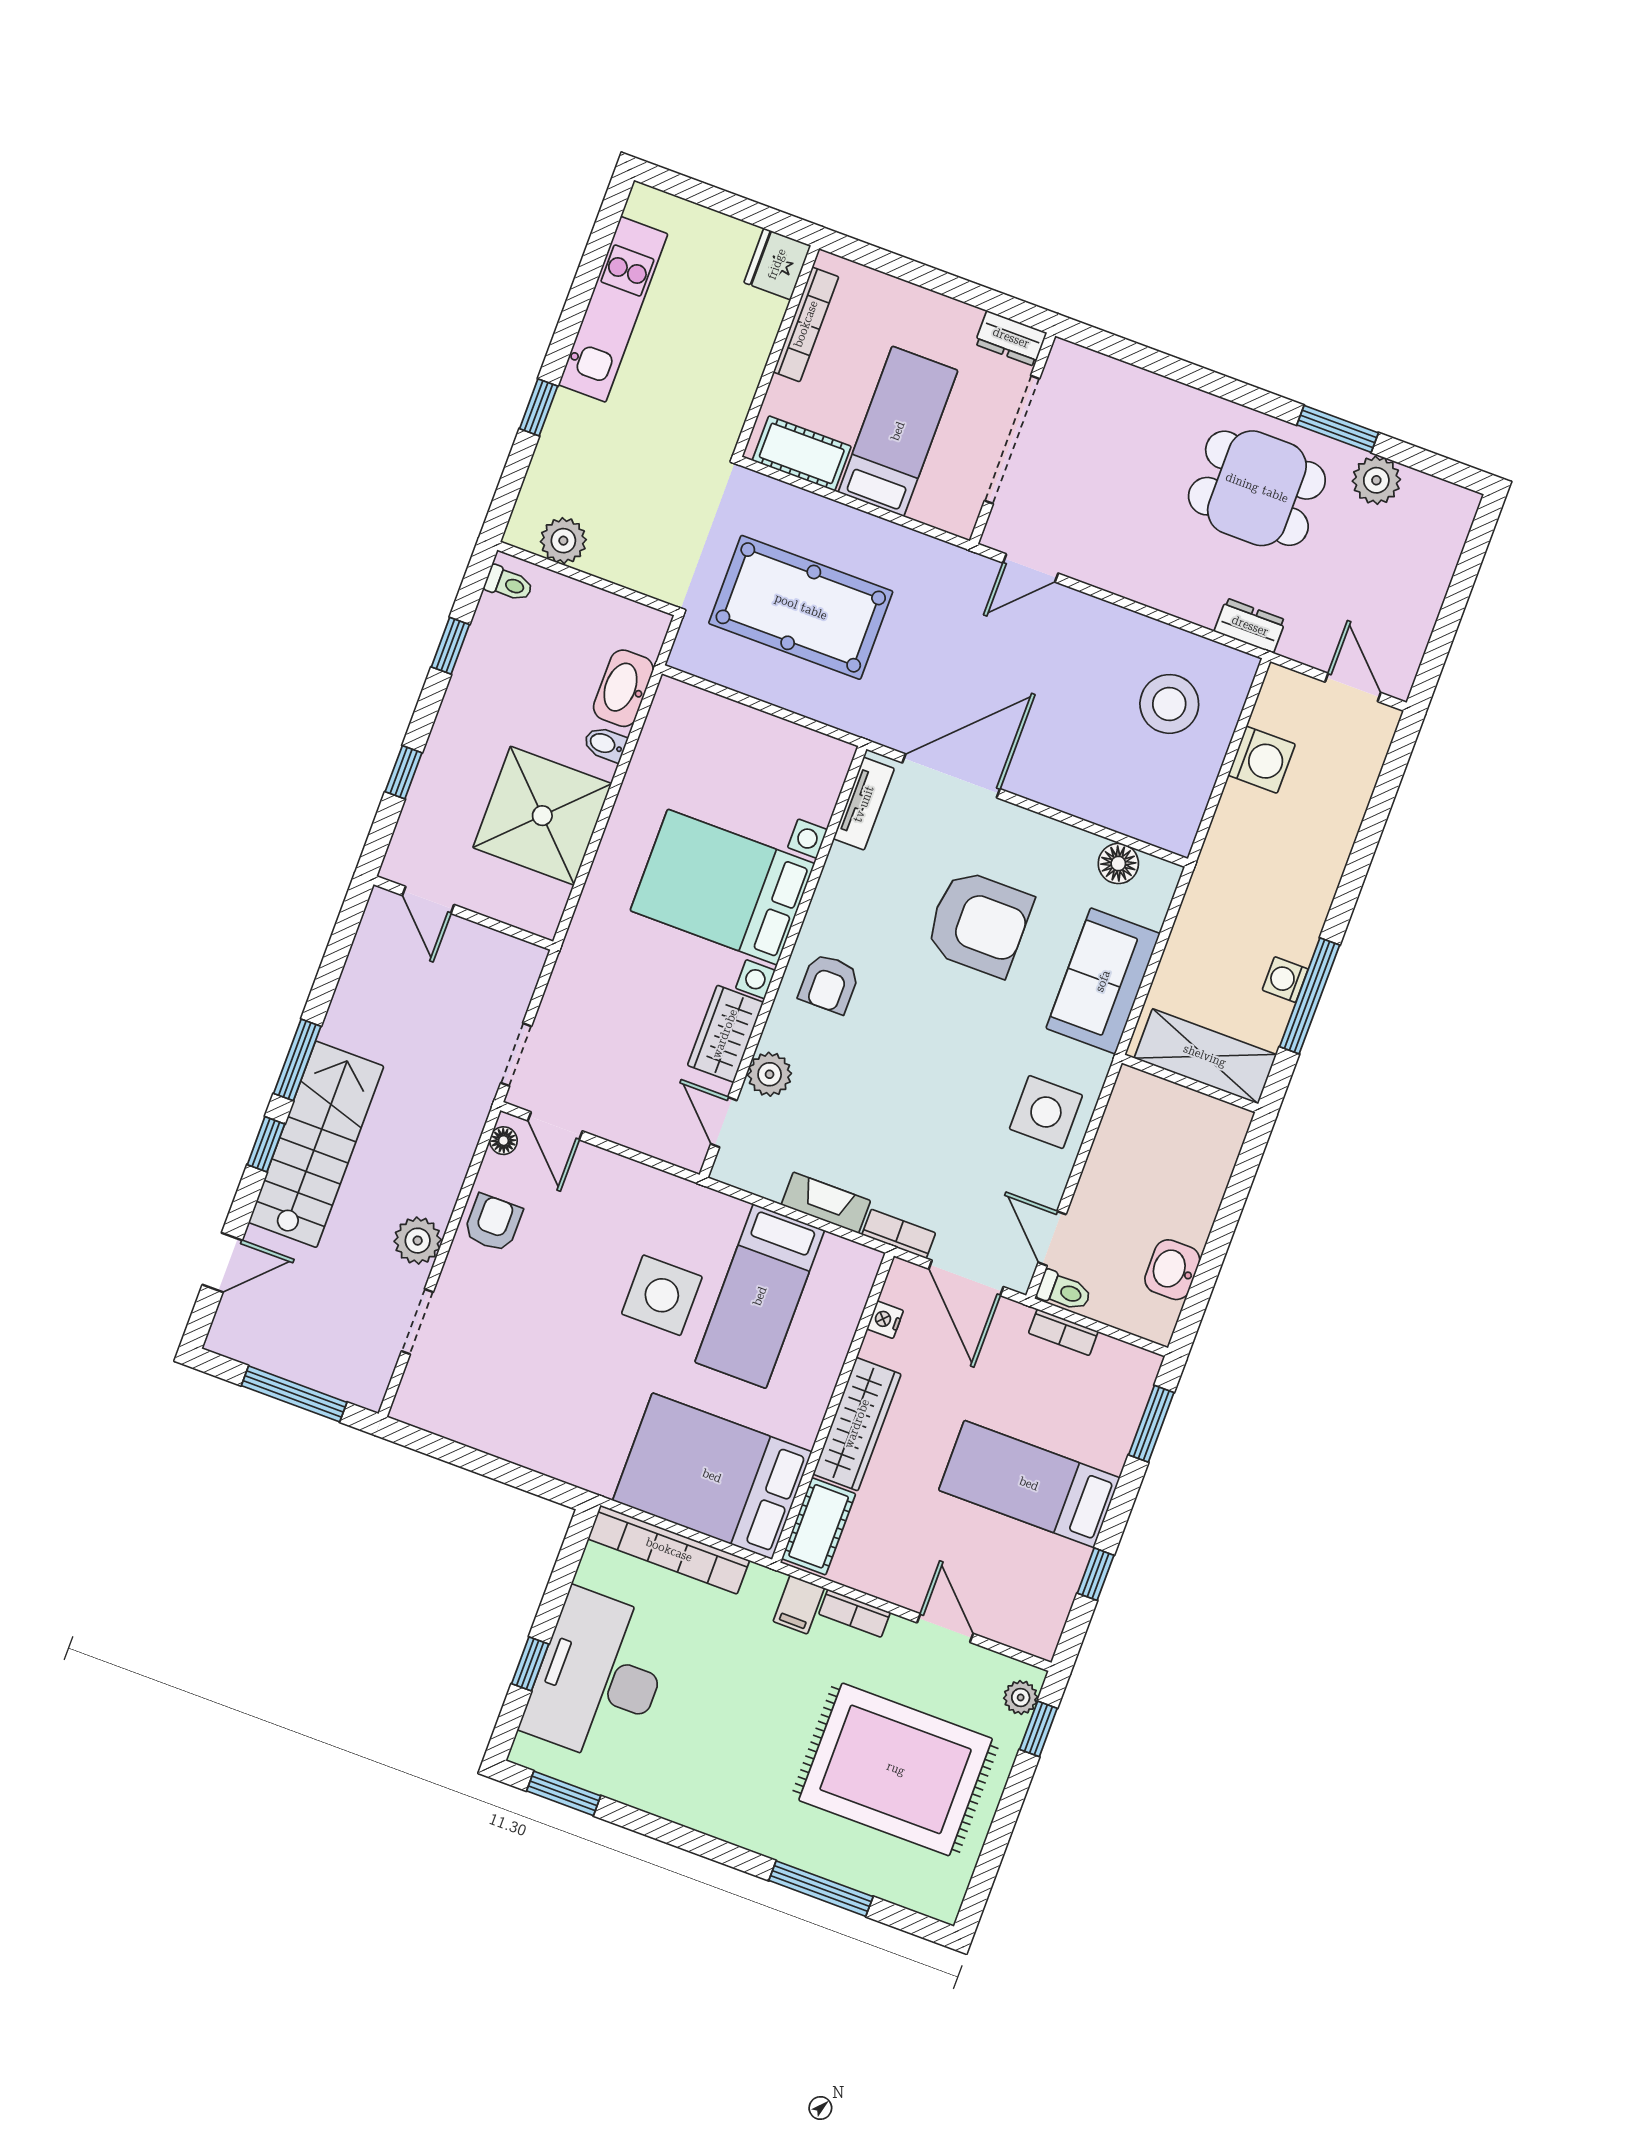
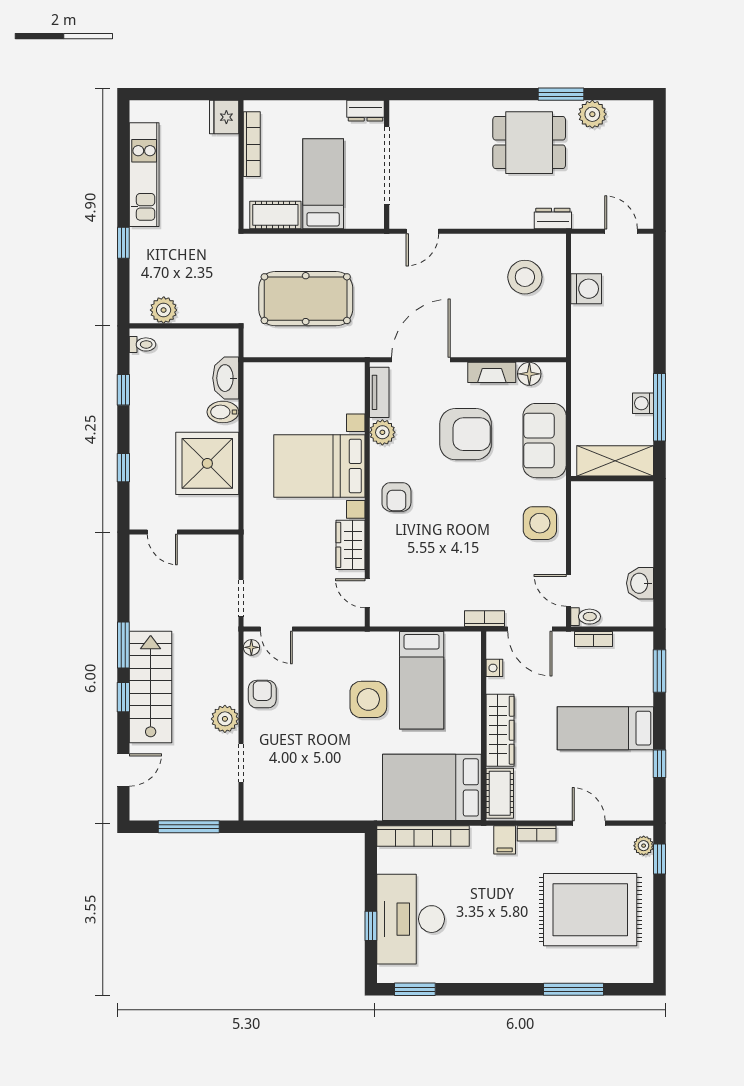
bidet: (605, 744) -> (223, 412), width x1.38, depth x1.36
plant: (770, 1074) -> (382, 432), moved
fireplace: (826, 1203) -> (492, 372), moved, turned 180

